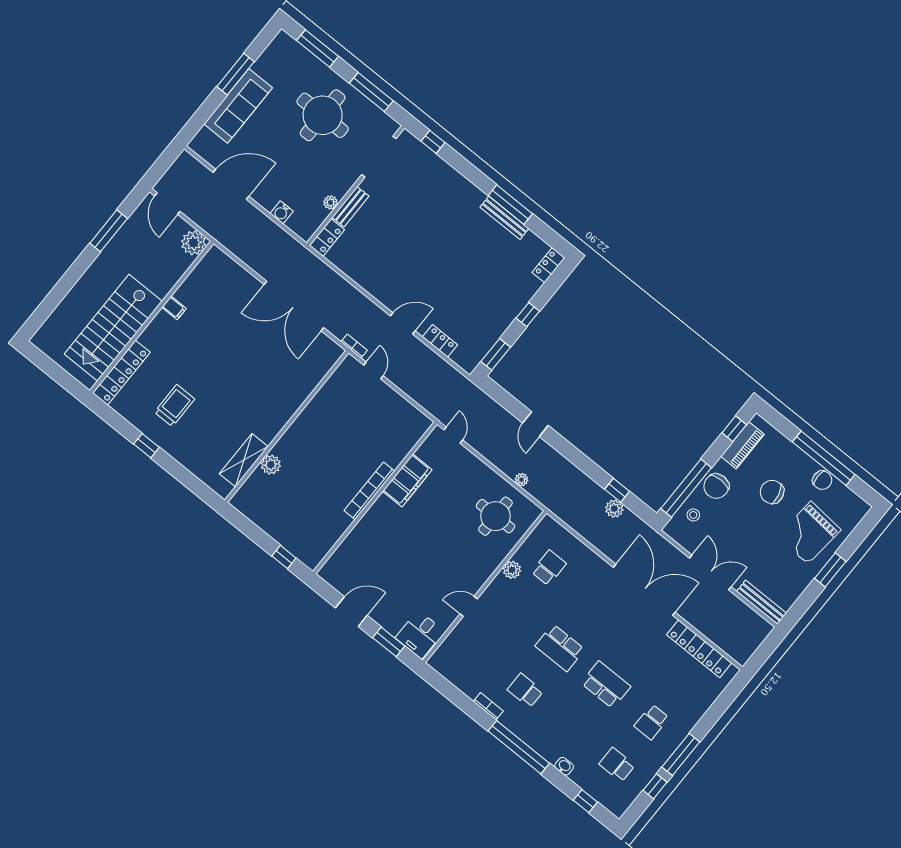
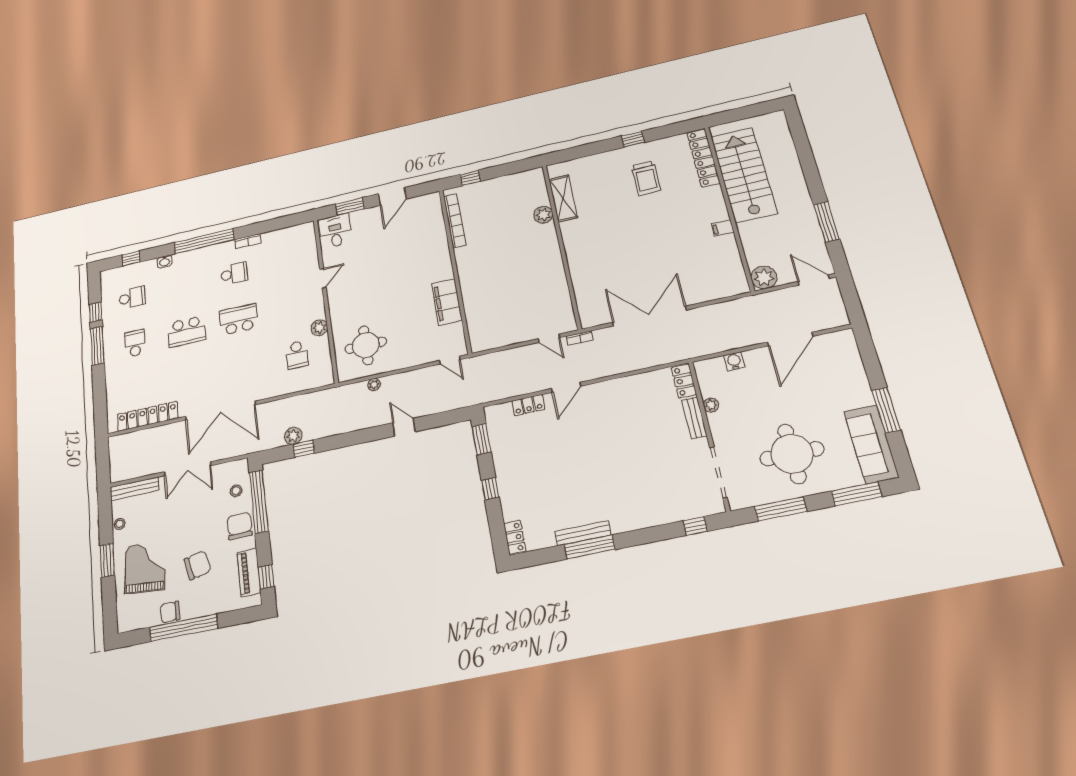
sofa: (238, 106) -> (871, 444), moved
bookcase: (369, 491) -> (455, 221), moved
stool: (797, 587) -> (120, 524), added

